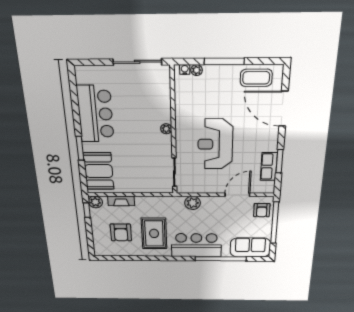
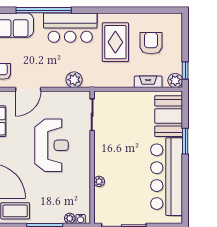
bar counter: (95, 114) -> (167, 177), width x1.36
plant: (166, 129) -> (99, 181), moved

